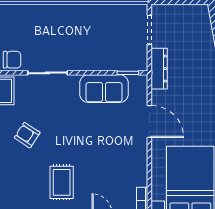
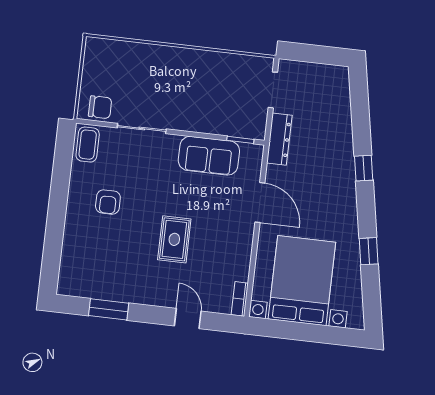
armchair: (27, 135) -> (108, 202), turned -123
rug: (62, 182) -> (174, 239), moved

